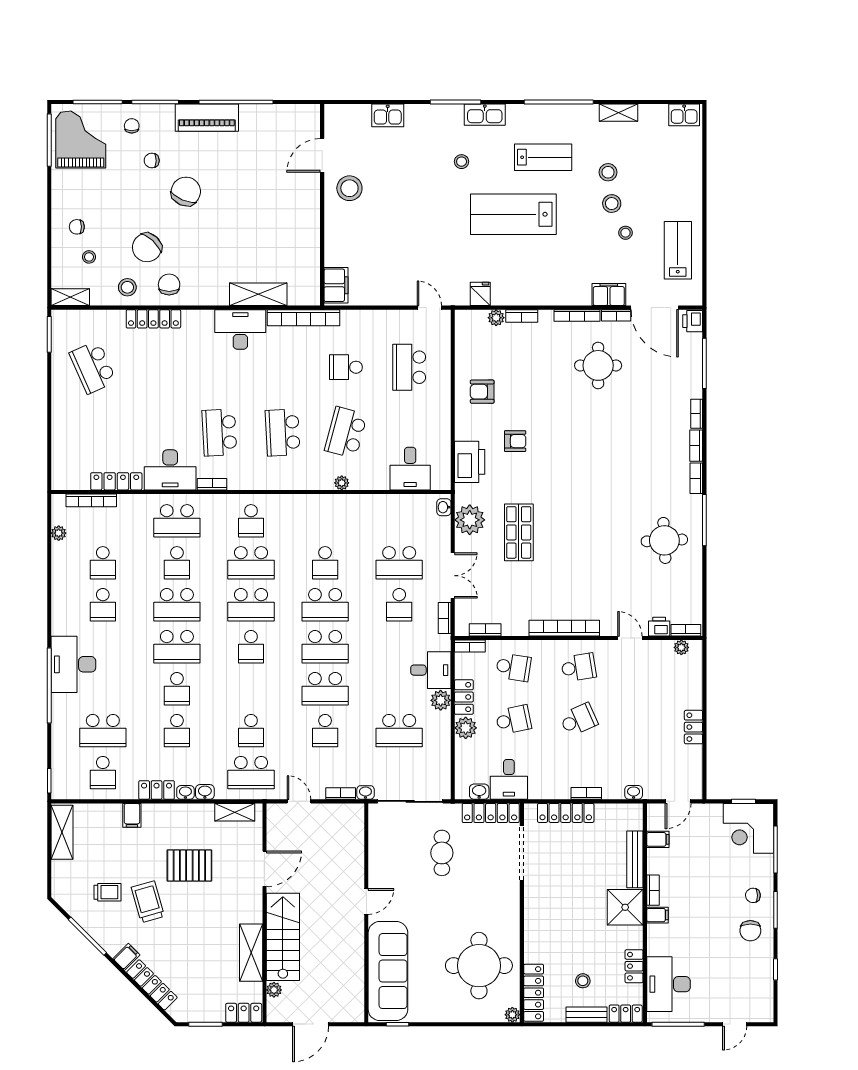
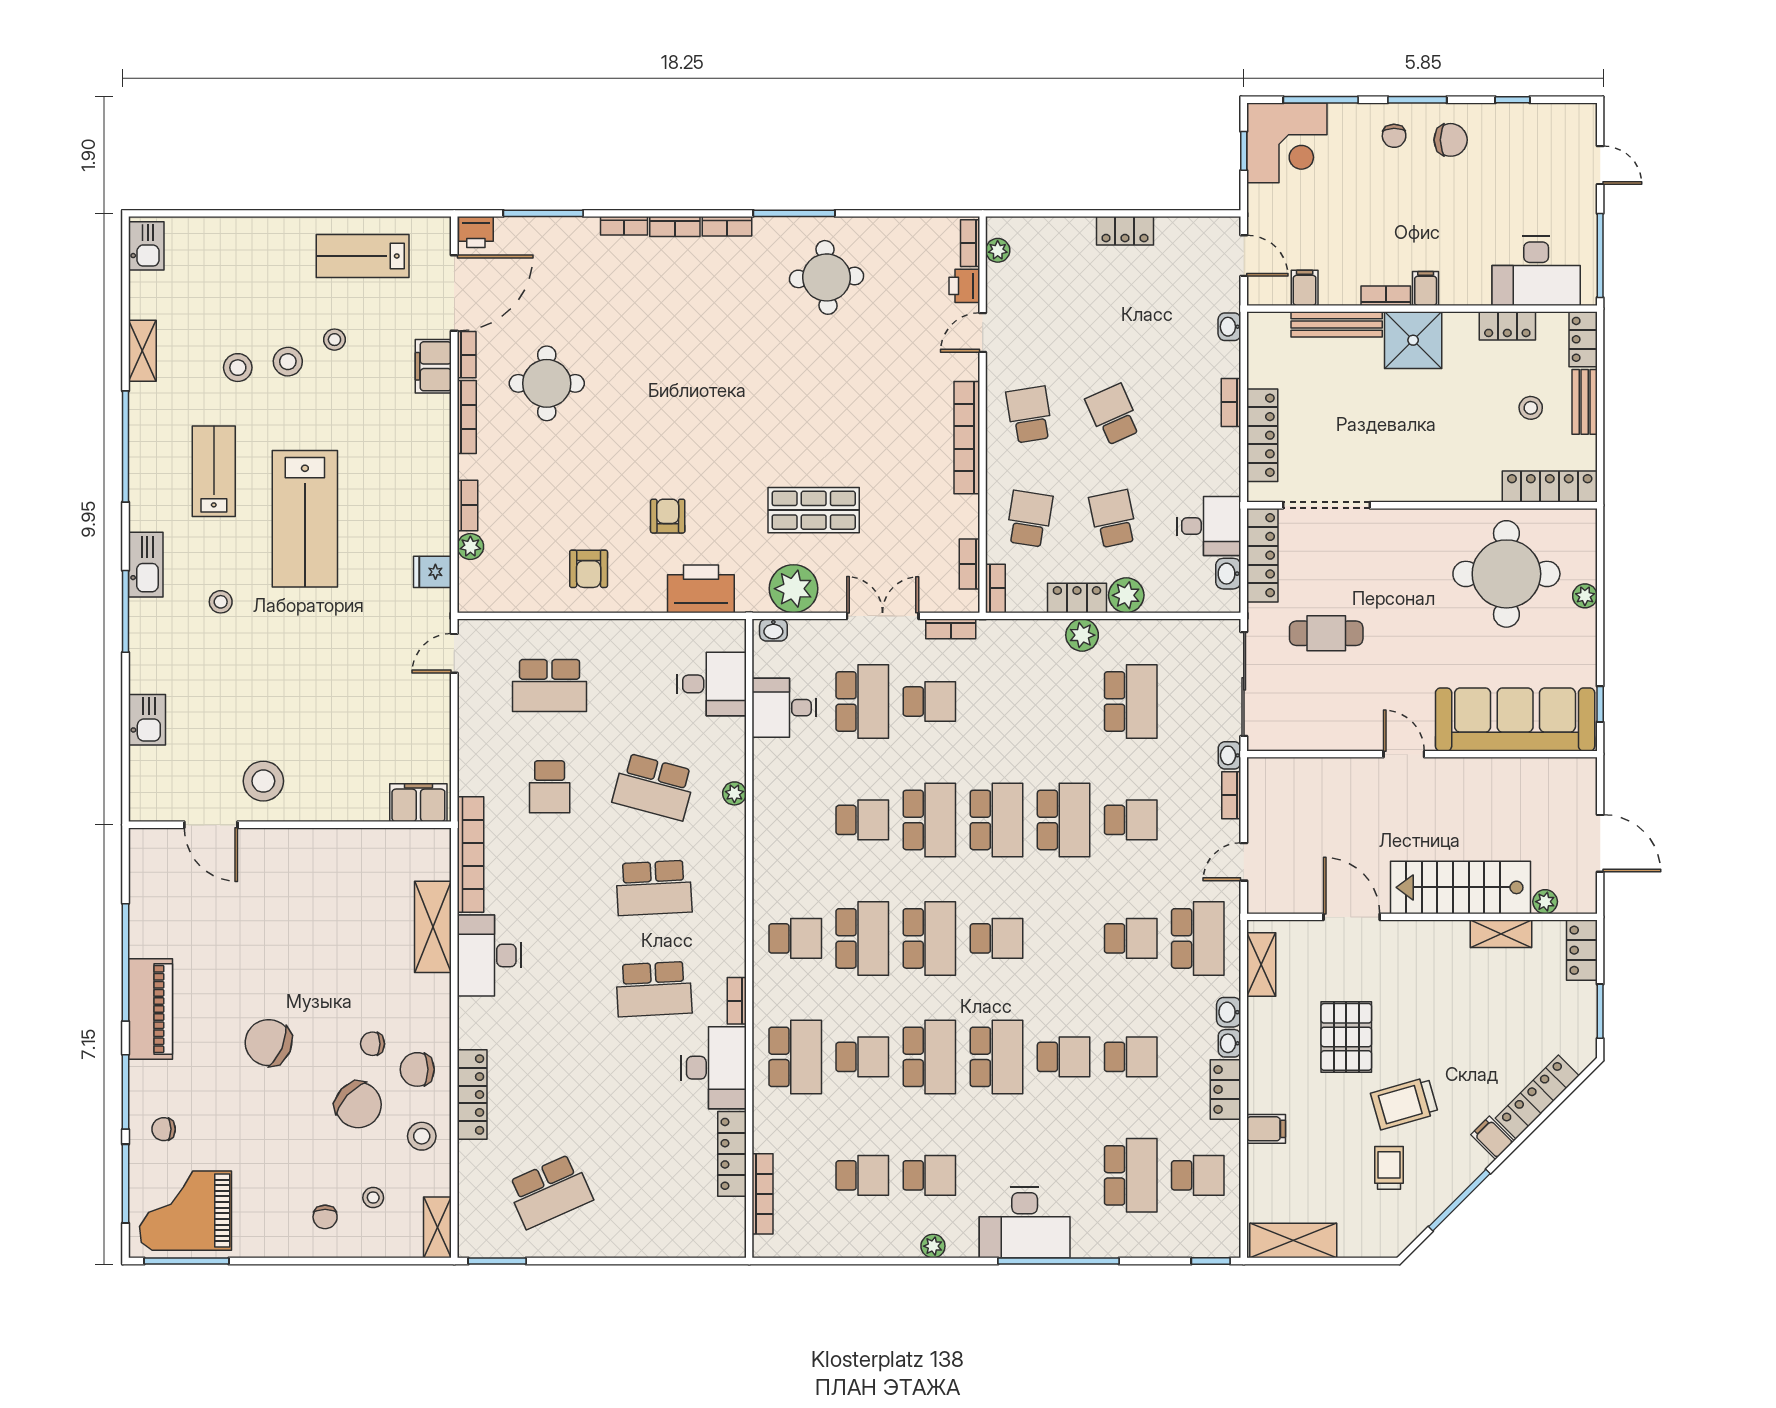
chair: (152, 161) -> (373, 1044), moved, turned 90
plant: (59, 533) -> (933, 1246), moved
desk: (431, 670) -> (784, 708), moved, turned -90
shelving: (251, 953) -> (1501, 934), width x0.67, depth x0.75
plant: (512, 1015) -> (1585, 596), moved

